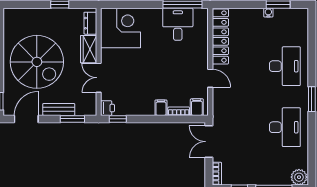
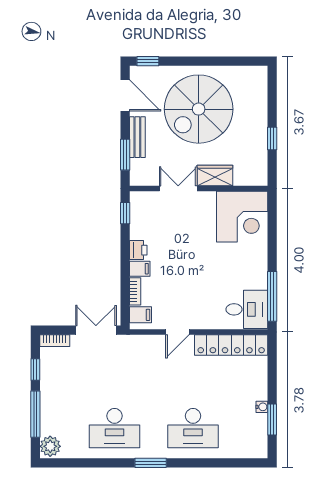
dresser: (90, 23) -> (248, 178), removed
desk: (178, 24) -> (247, 309), moved
printer: (107, 108) -> (138, 250), moved, turned -90

